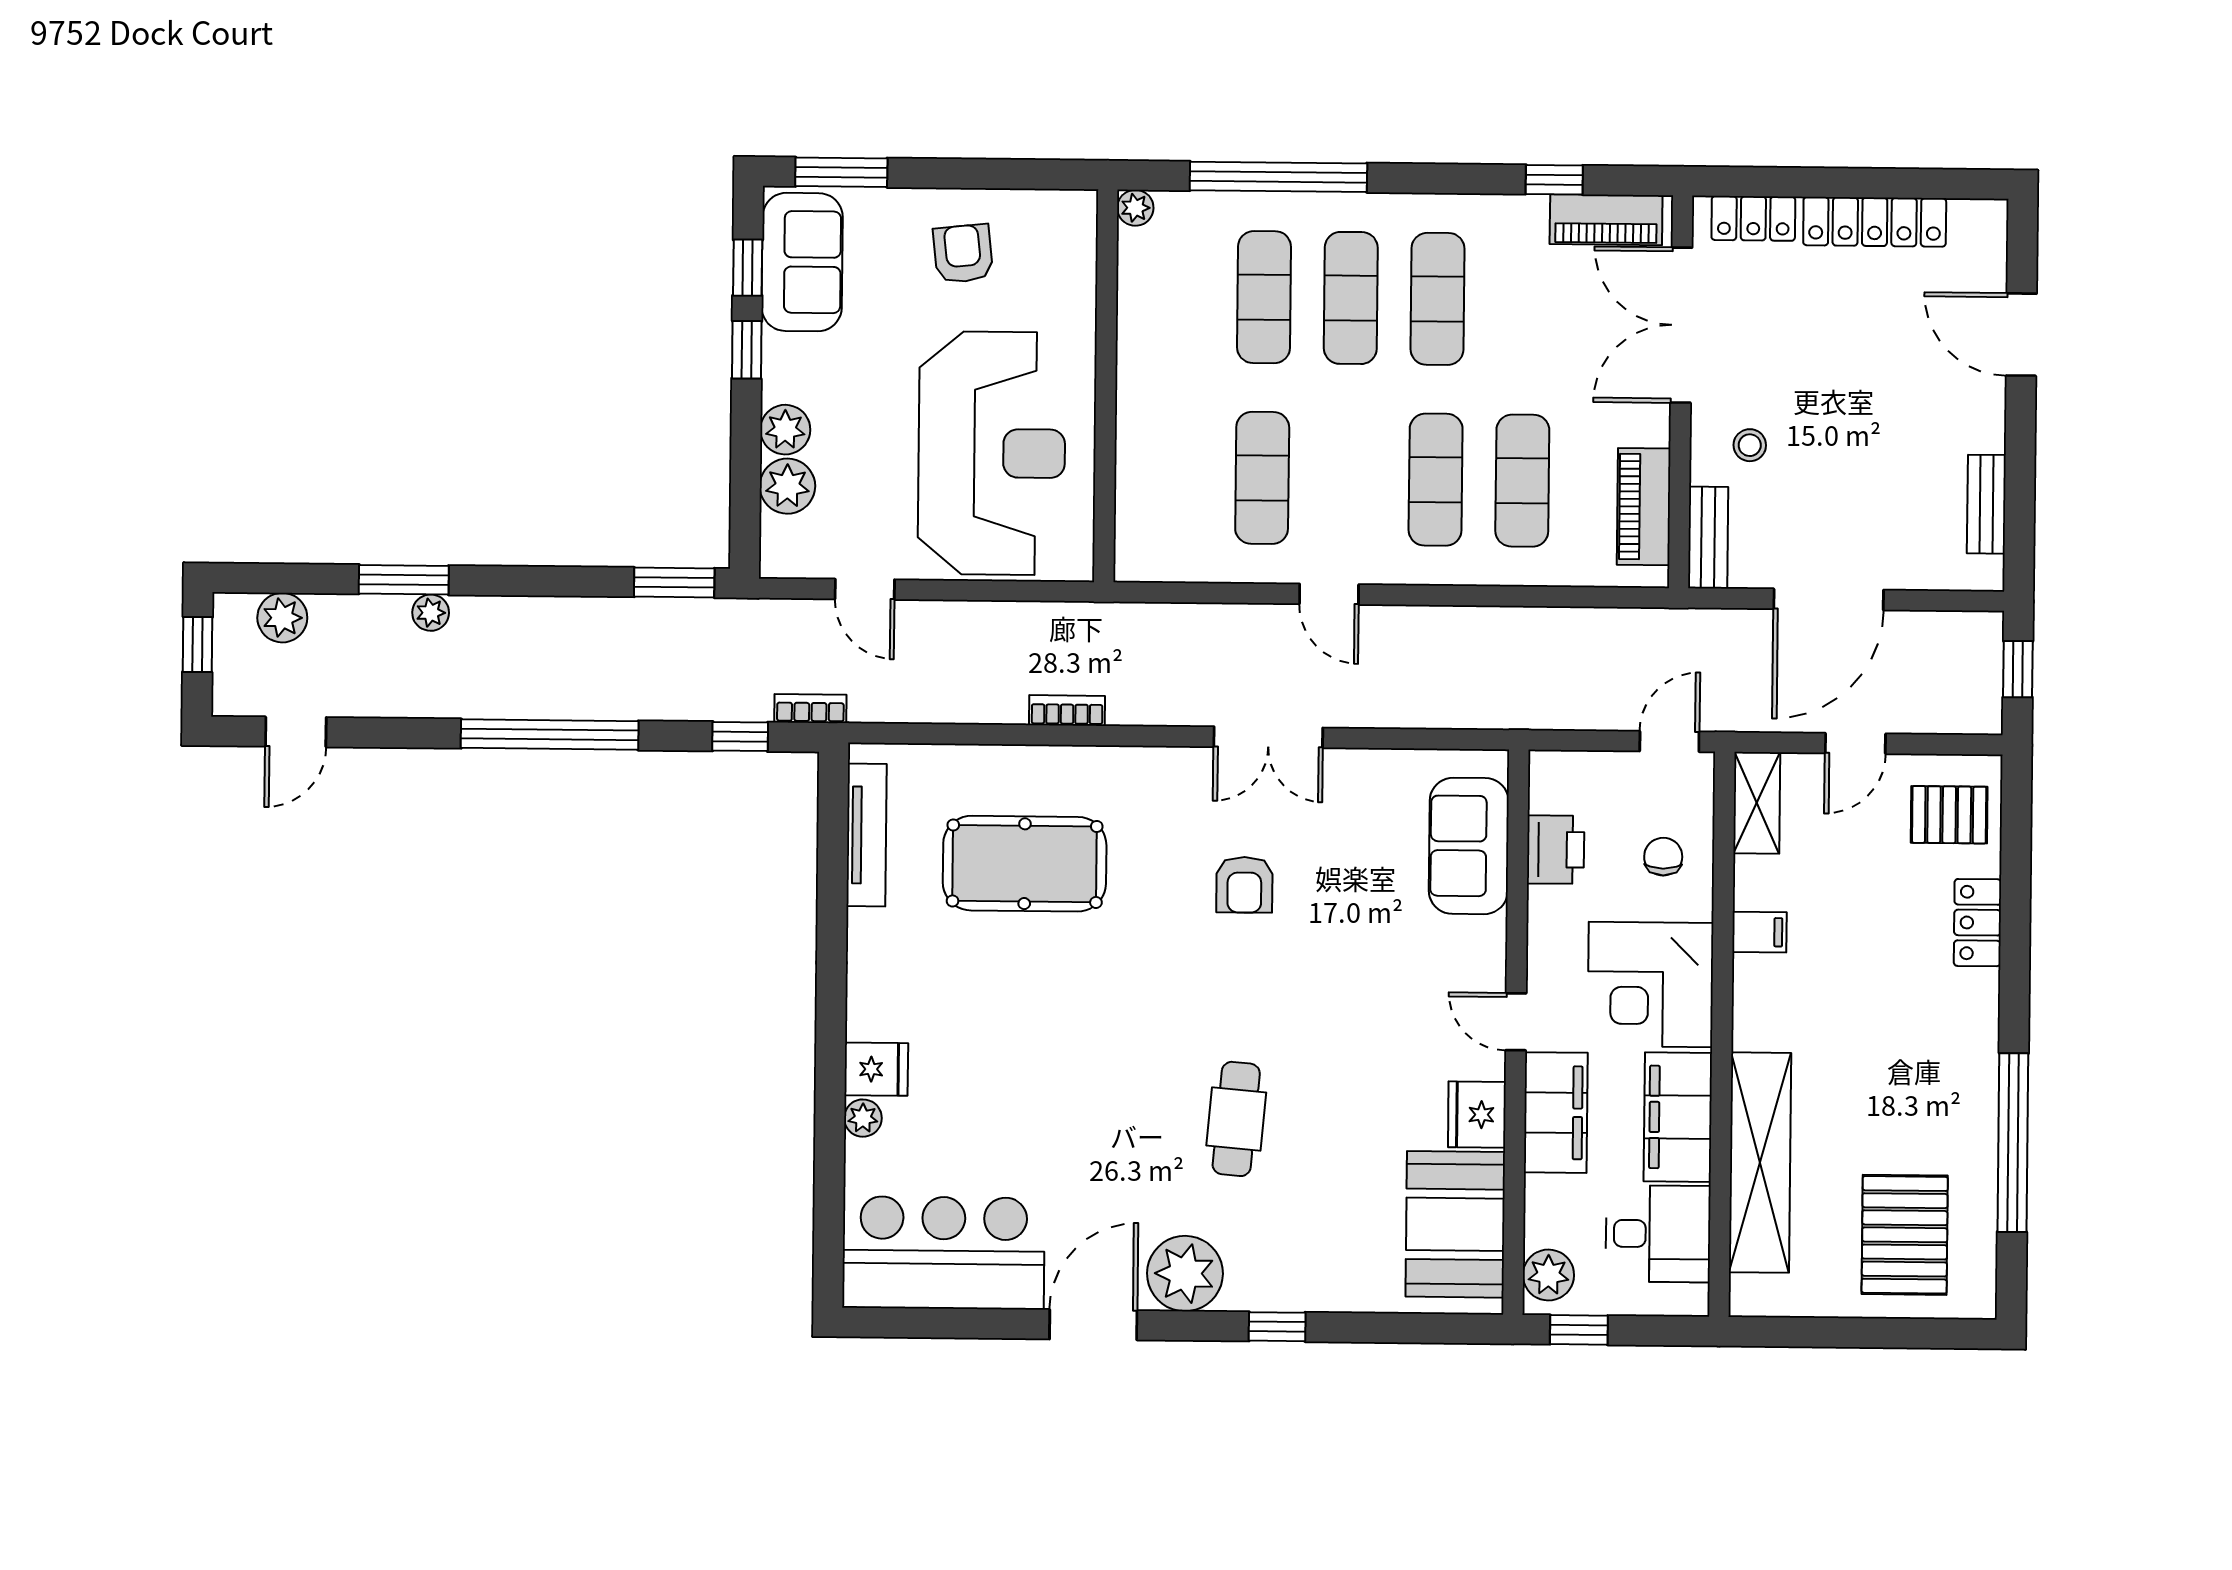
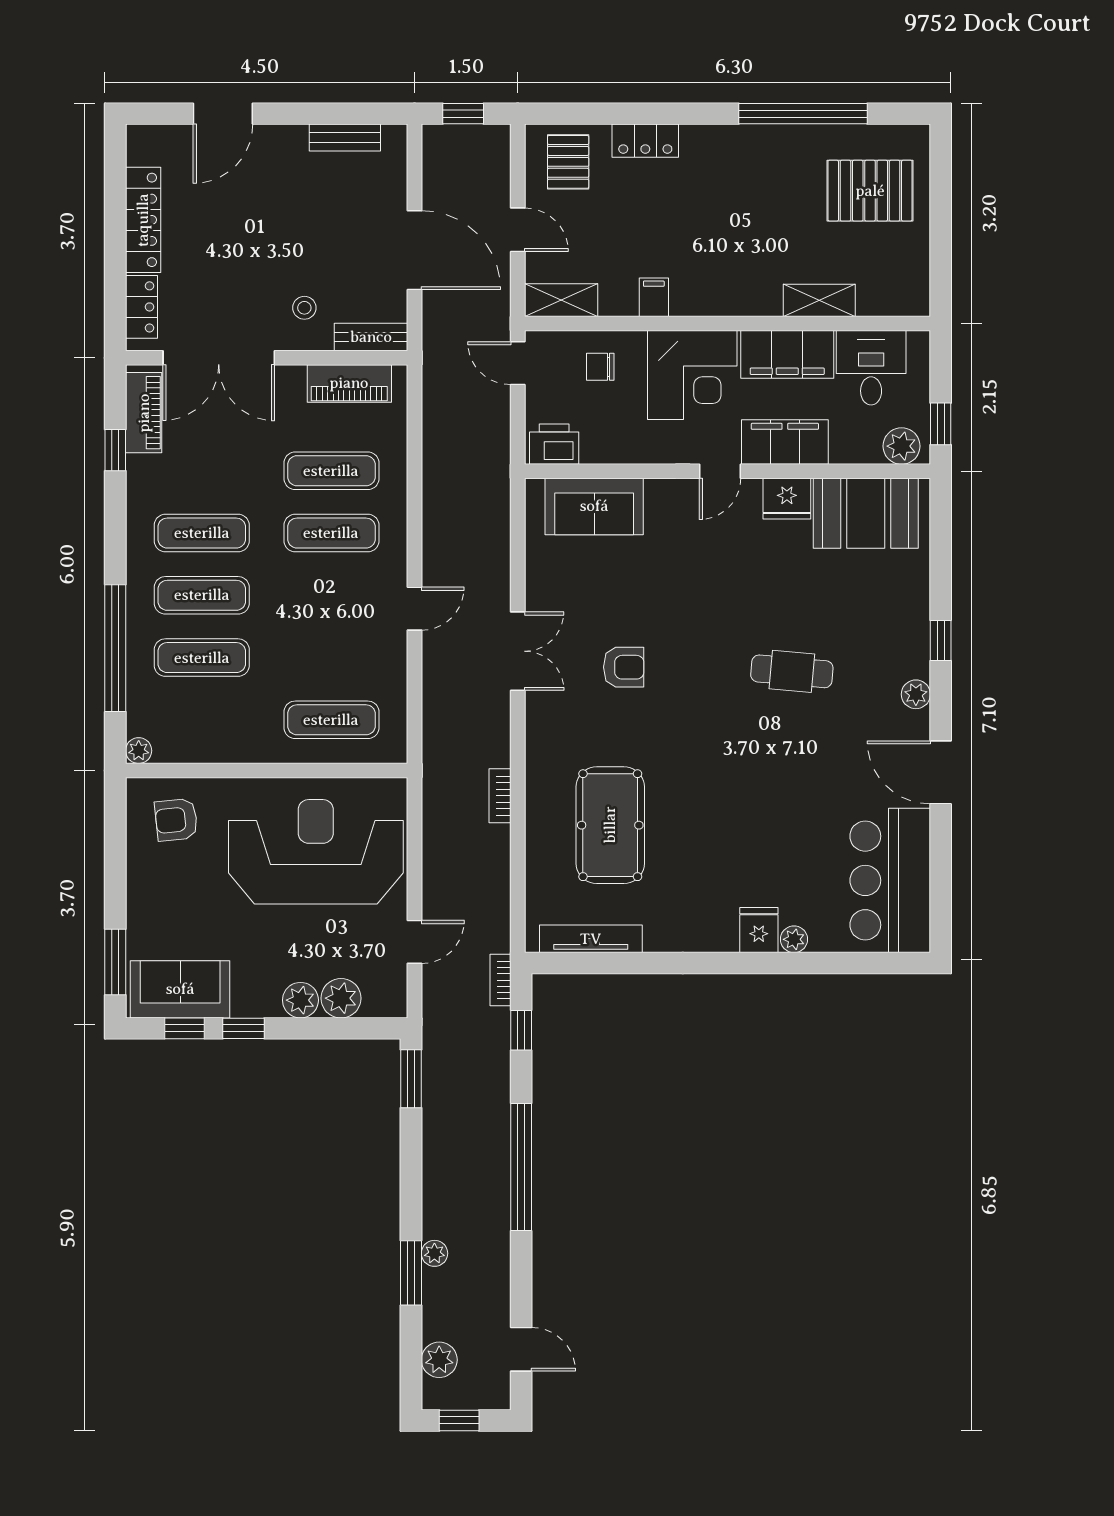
armchair: (963, 254) -> (176, 820), moved
exercise mat: (1262, 478) -> (331, 720), moved
printer: (1556, 850) -> (554, 444), moved
shelving: (1760, 1163) -> (819, 300), width x0.45, depth x0.75
plant: (1185, 1274) -> (916, 694), width x0.53, depth x0.53

